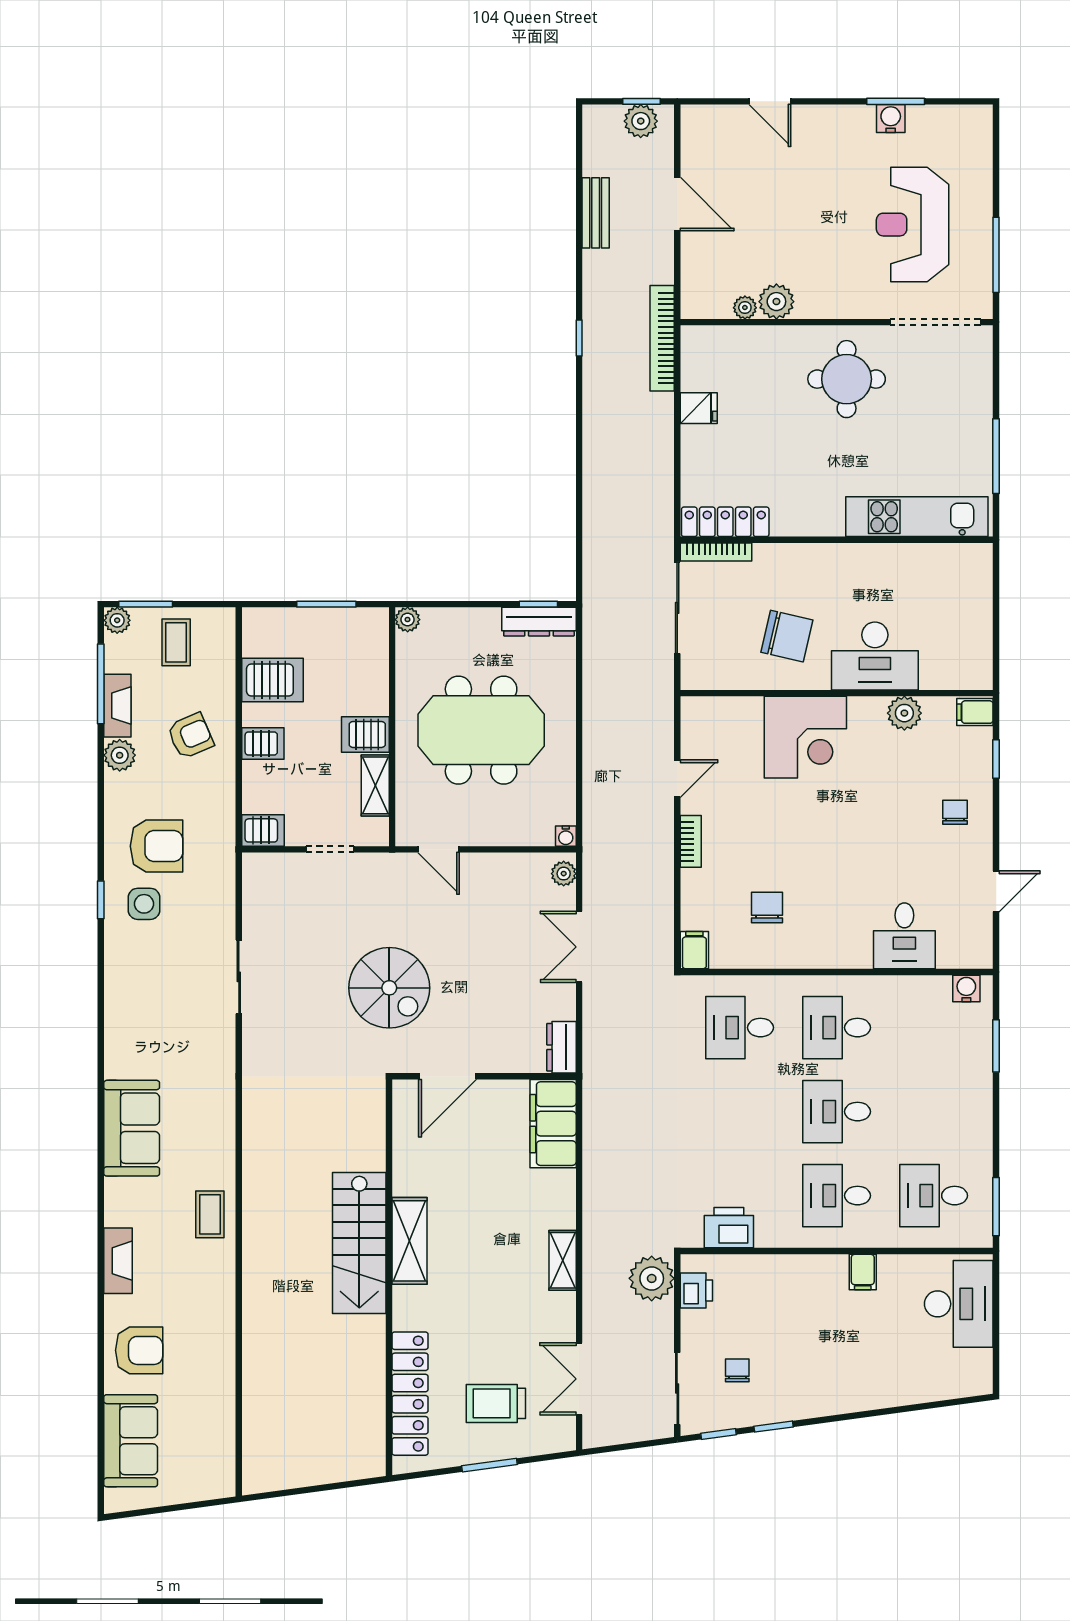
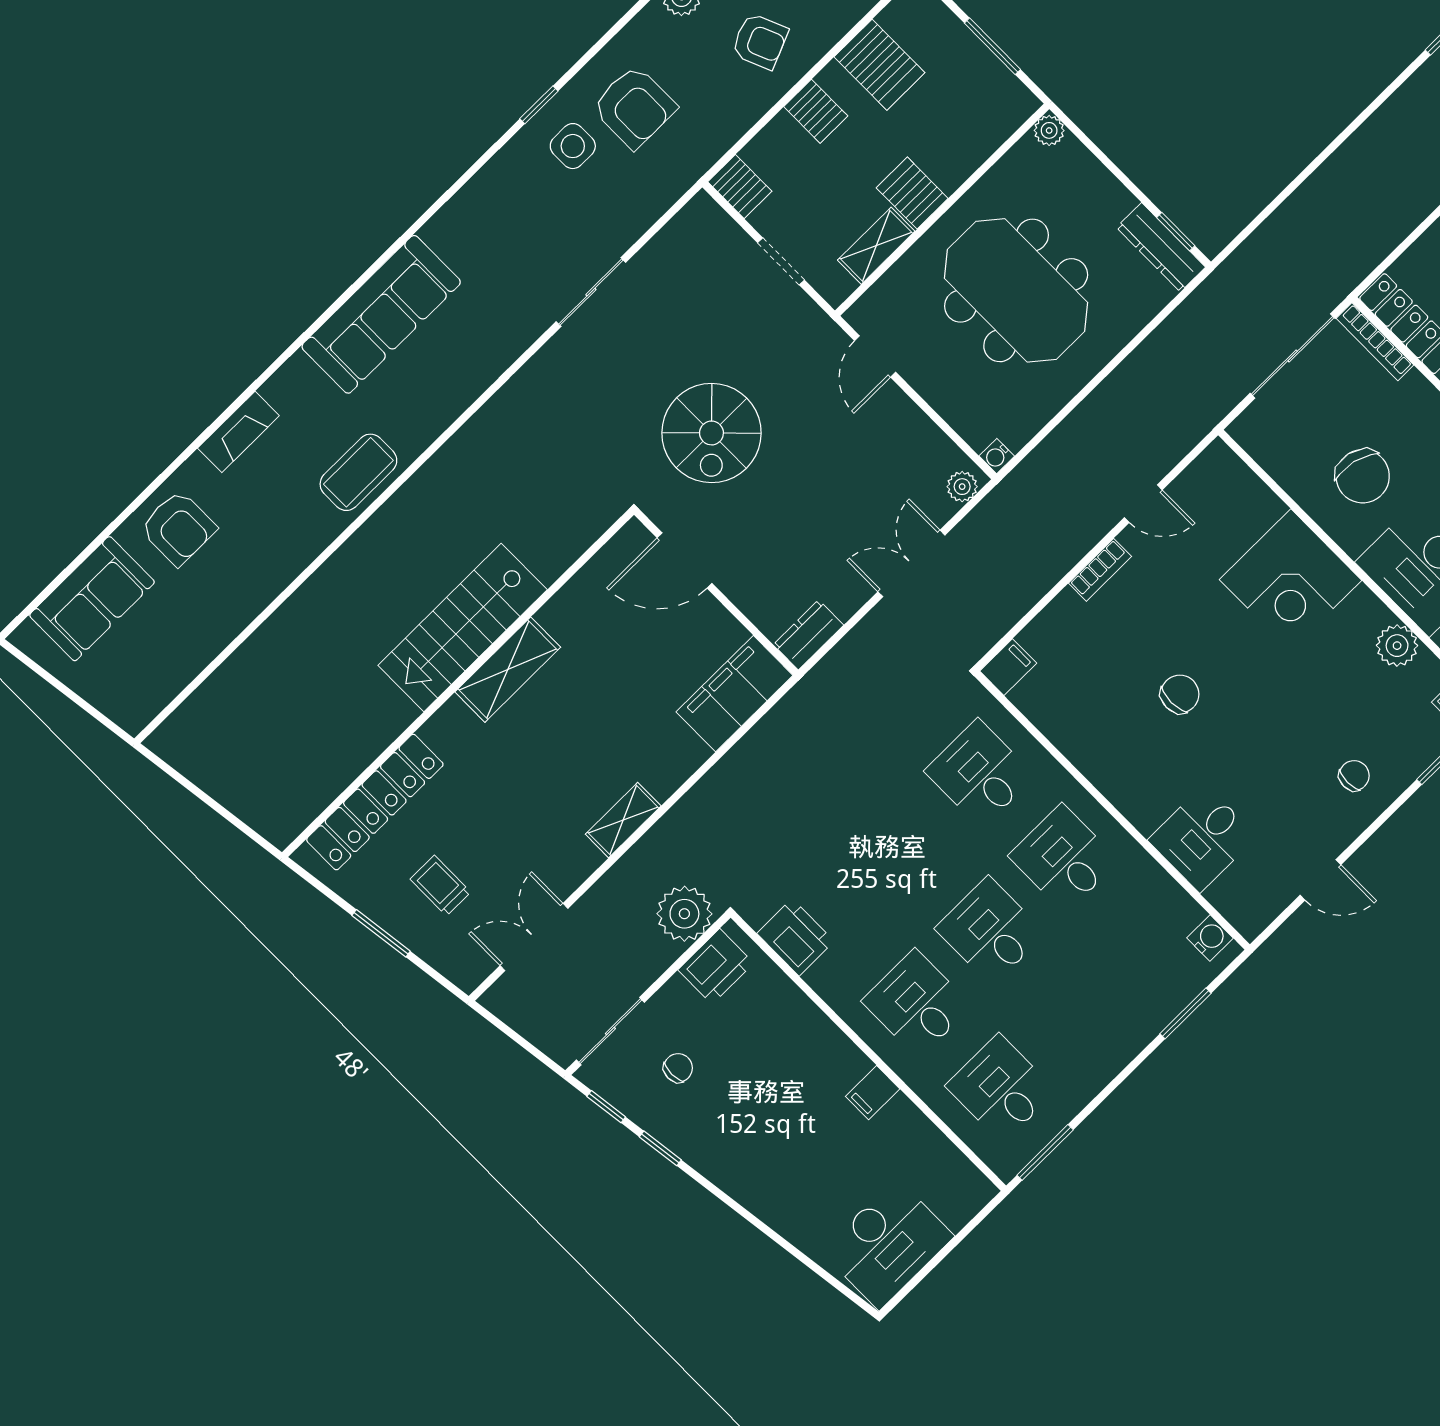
chair: (767, 907) -> (1180, 694), moved
sofa: (132, 1128) -> (381, 314), width x1.36
coffee table: (210, 1214) -> (358, 472), width x1.36, depth x1.30
printer: (696, 1290) -> (716, 966), width x1.36, depth x1.24
desk: (959, 1304) -> (888, 1244), moved
trolley: (496, 1403) -> (440, 886), width x0.73, depth x0.72

